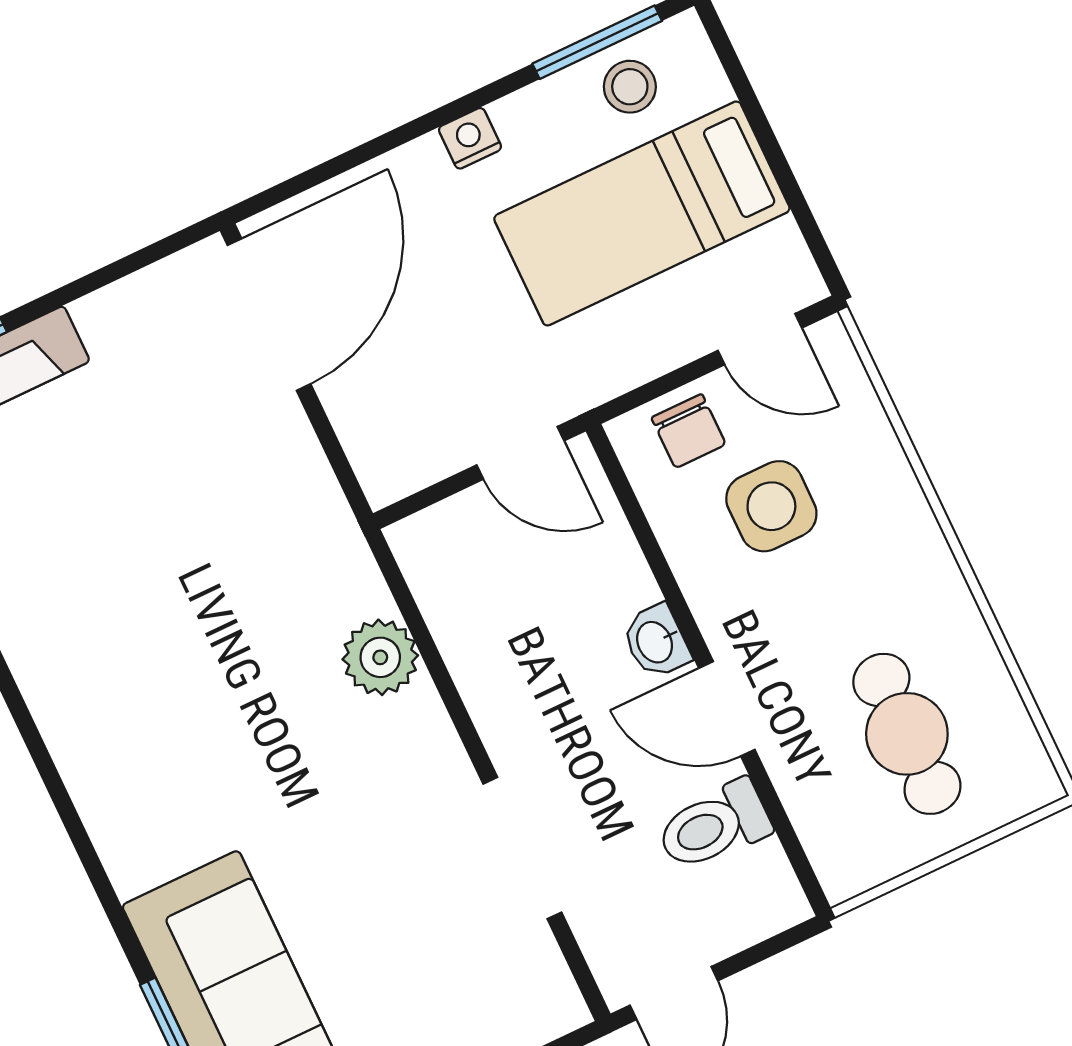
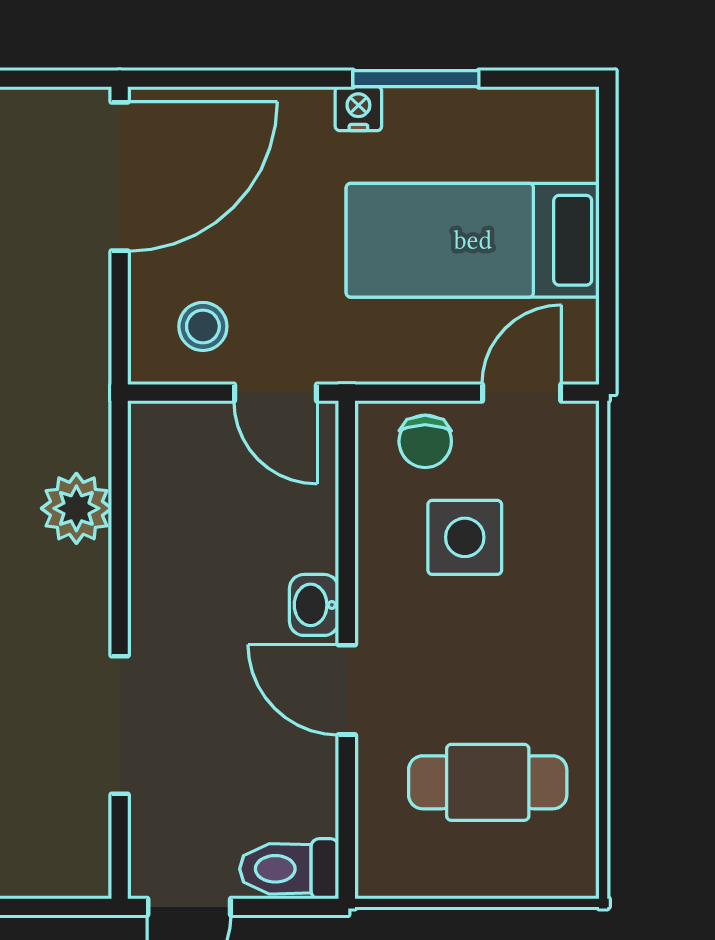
window: (597, 42) -> (416, 79), moved
stool: (630, 87) -> (203, 326), moved
door: (760, 339) -> (522, 393), swing flipped
cafe table: (907, 734) -> (488, 782), turned 90
toilet: (714, 826) -> (289, 869), moved

